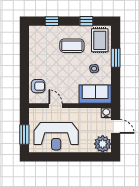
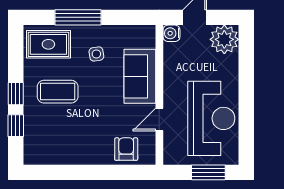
window: (86, 21) -> (16, 94), moved
coffee table: (72, 46) -> (58, 92), turned 90
window: (116, 58) -> (78, 17), width x1.44
sofa: (95, 94) -> (140, 76), moved

